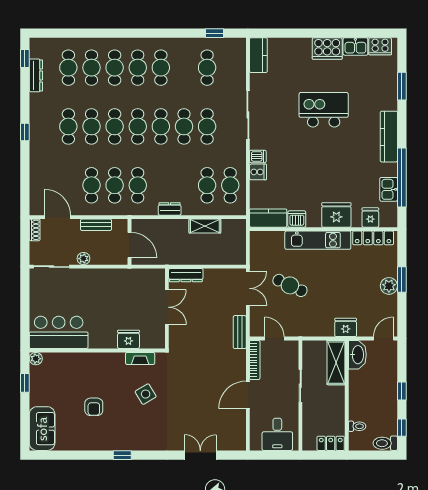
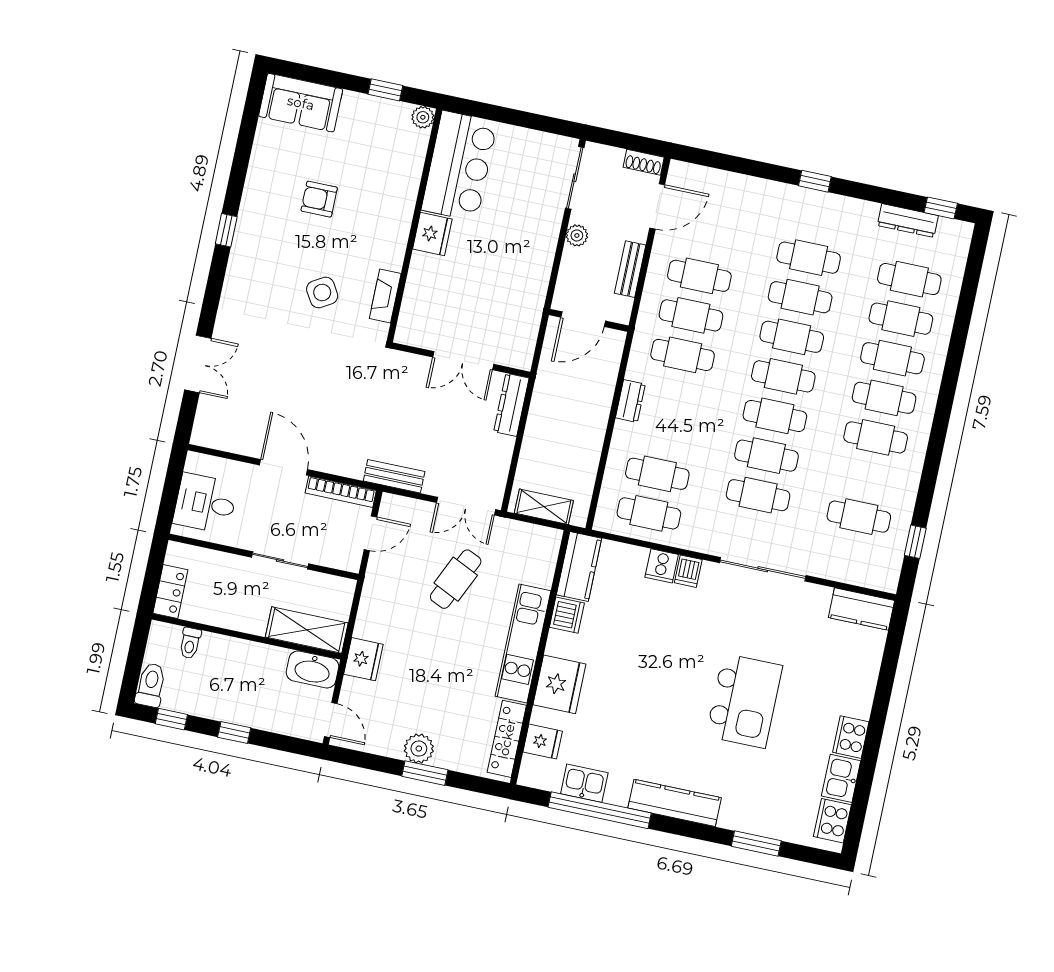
cooker: (327, 49) -> (851, 737), width x0.73, depth x0.76
shelving: (205, 226) -> (544, 507), moved, turned 90
fridge: (128, 339) -> (432, 234), moved

